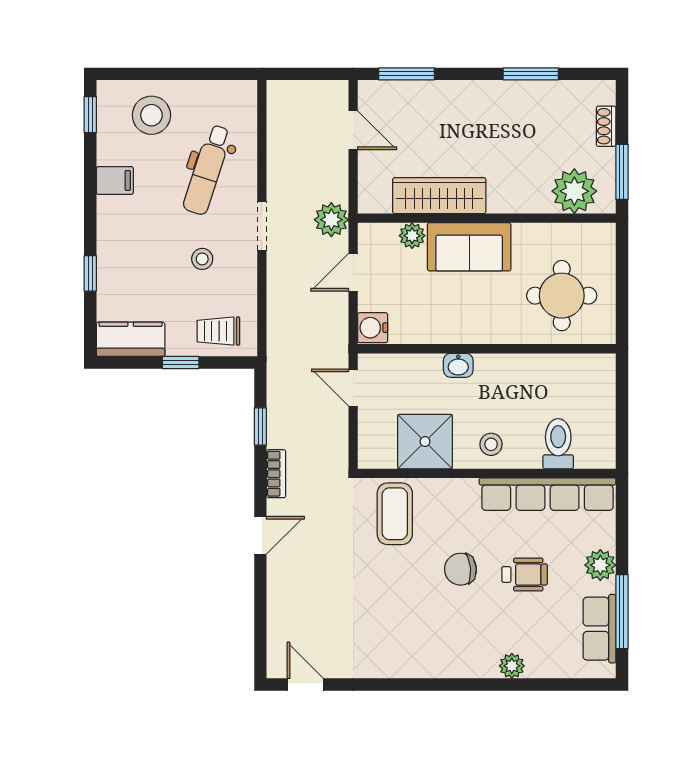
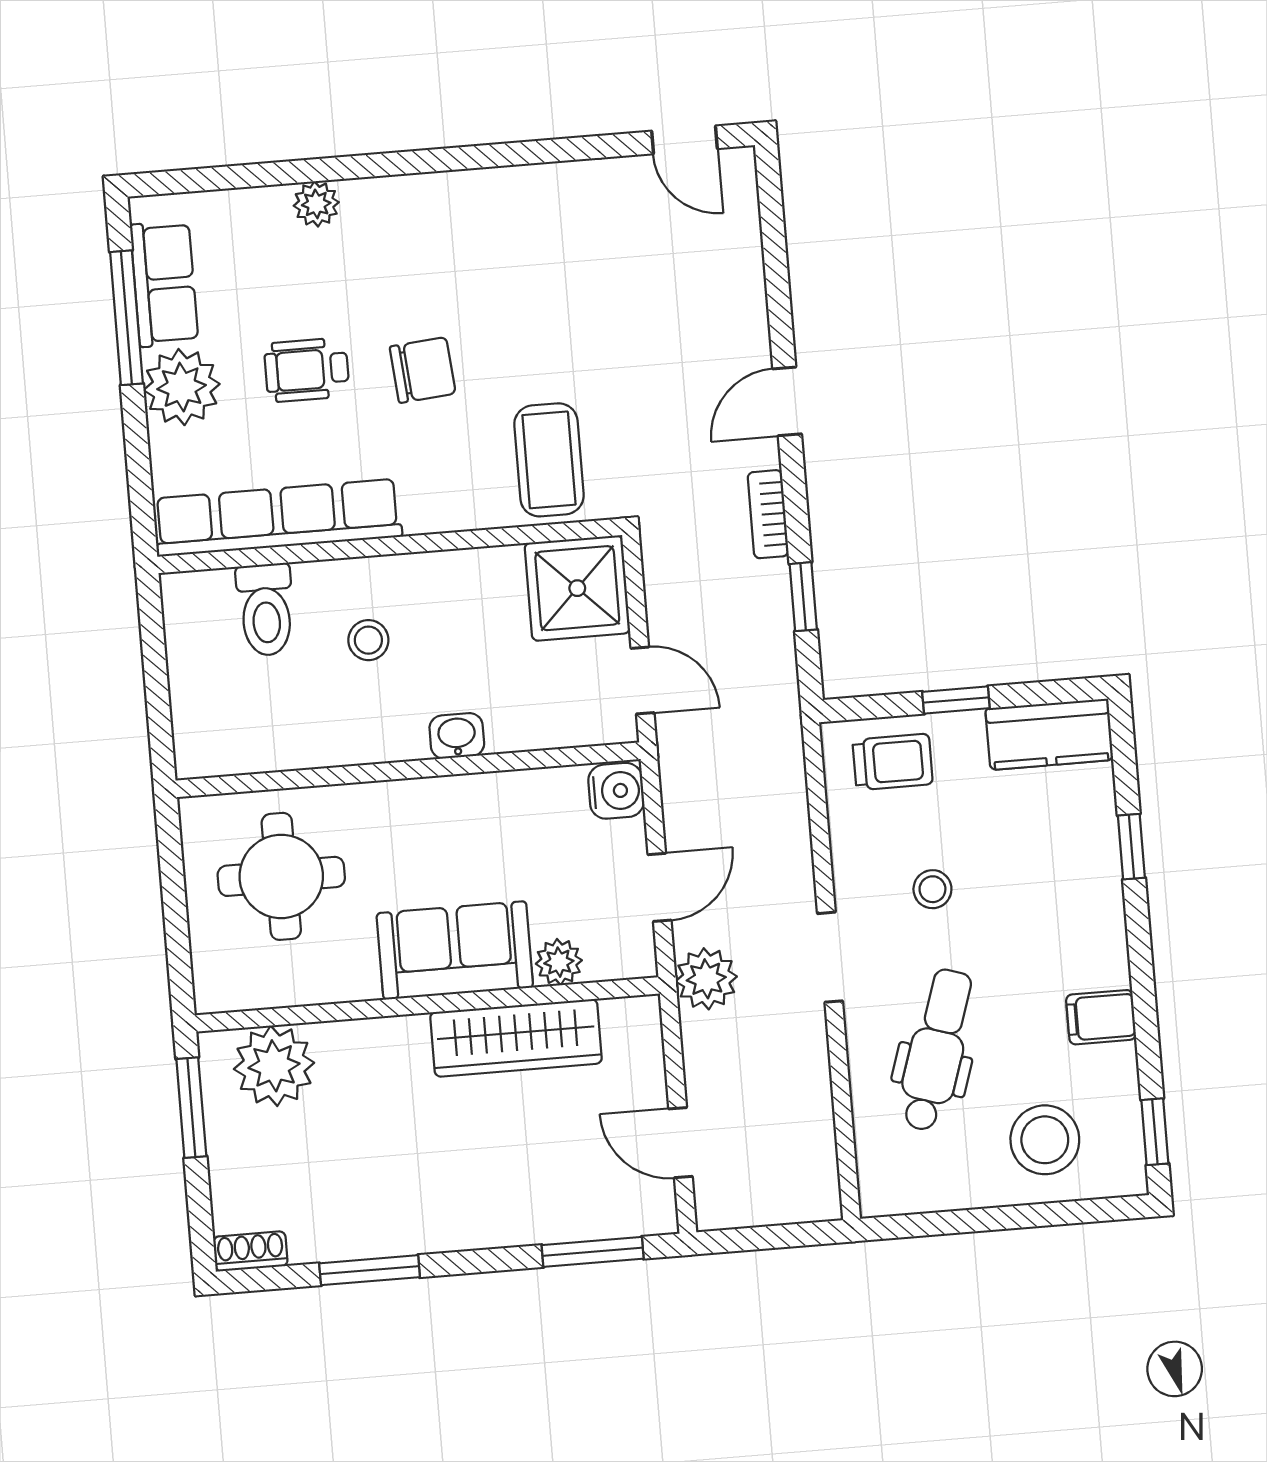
shoe rack: (606, 126) -> (250, 1251), moved, turned -90
shower: (425, 442) -> (577, 588), moved
stool: (491, 444) -> (368, 640), moved
plant: (600, 565) -> (182, 387), width x1.36, depth x1.36

